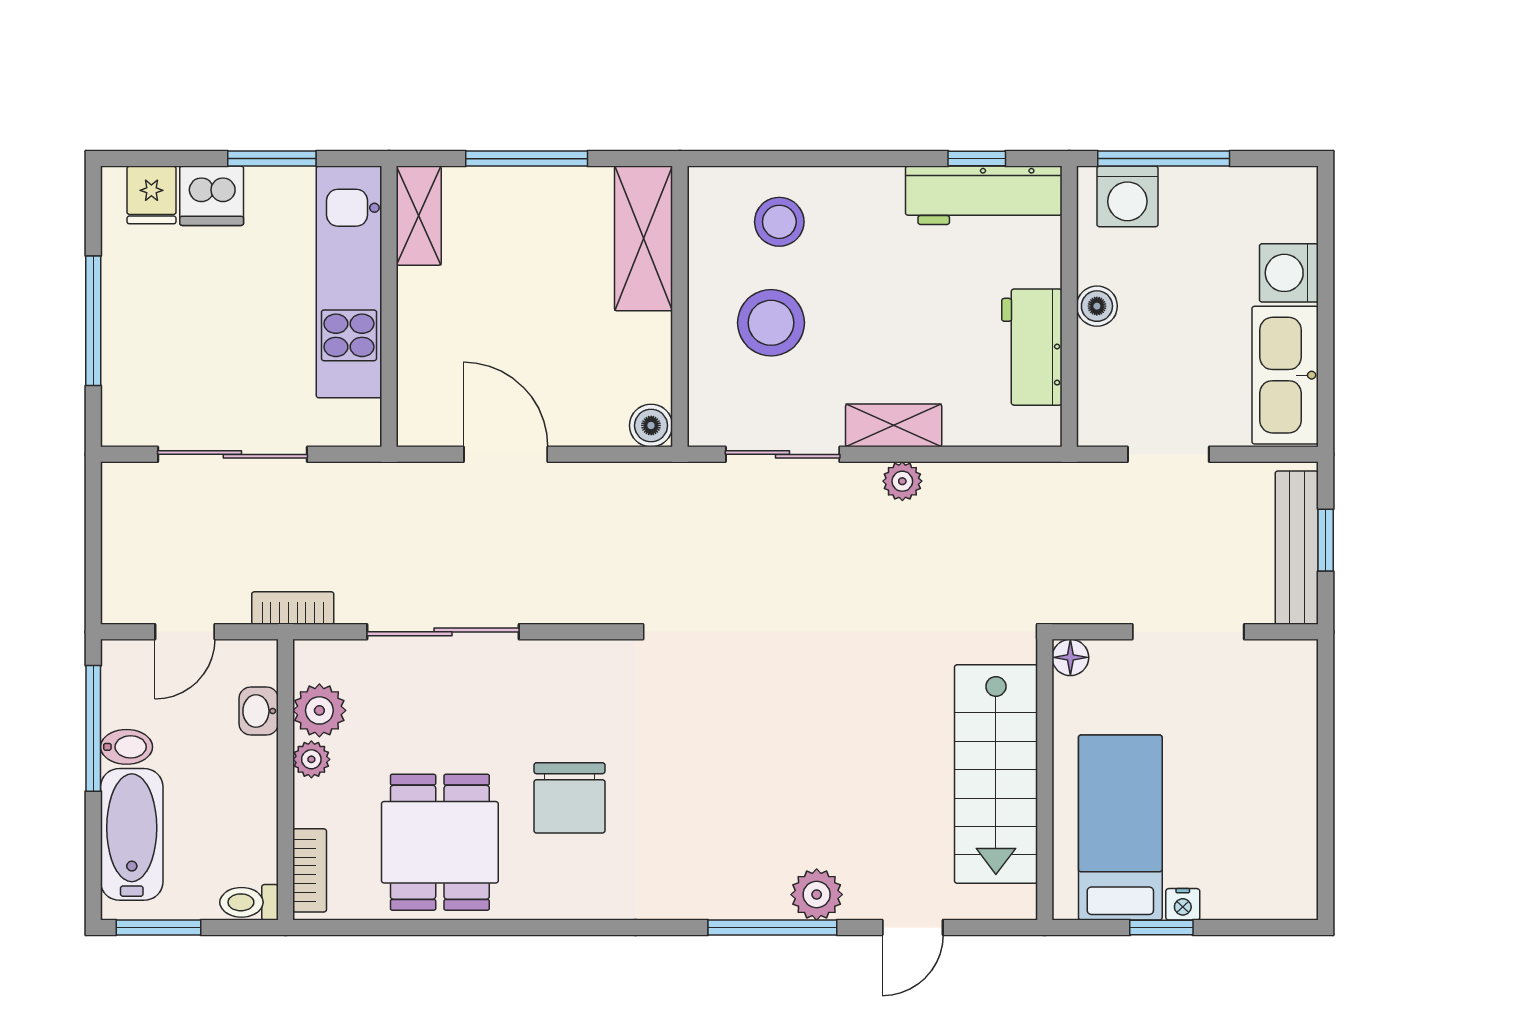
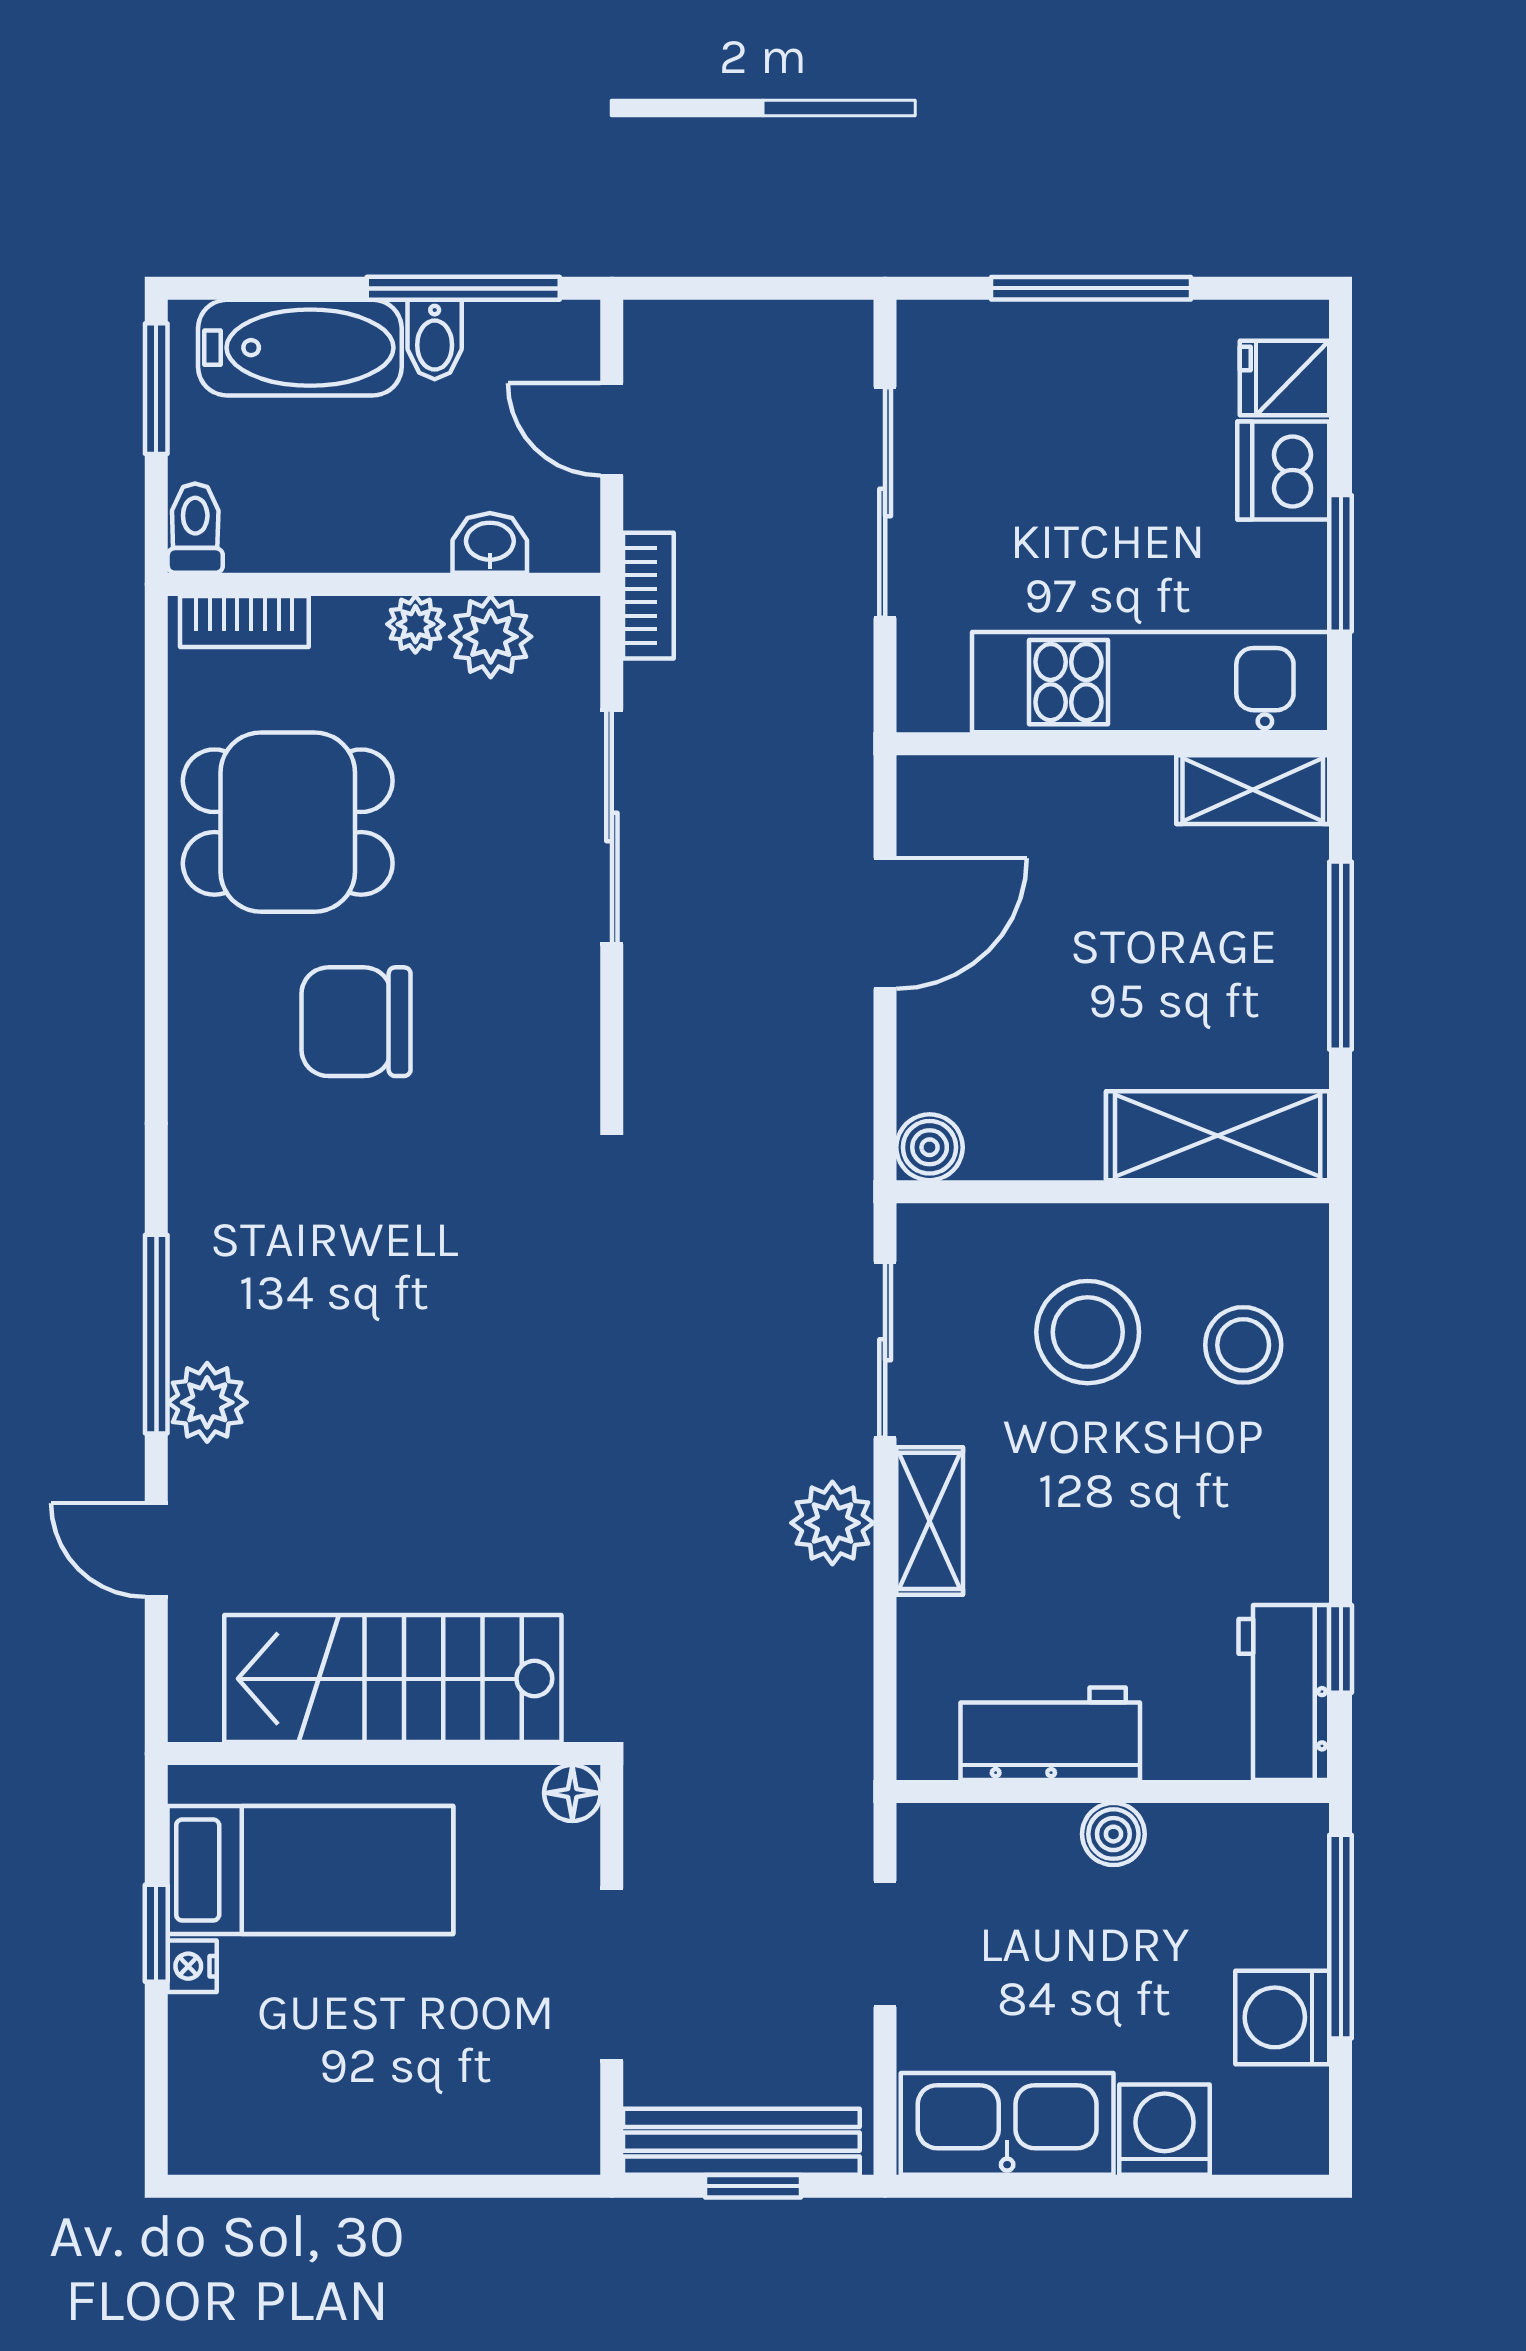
workbench: (984, 195) -> (1284, 1692), width x0.73
washing machine: (1127, 196) -> (1282, 2017), moved
plant: (902, 481) -> (832, 1523), width x1.38, depth x1.38

